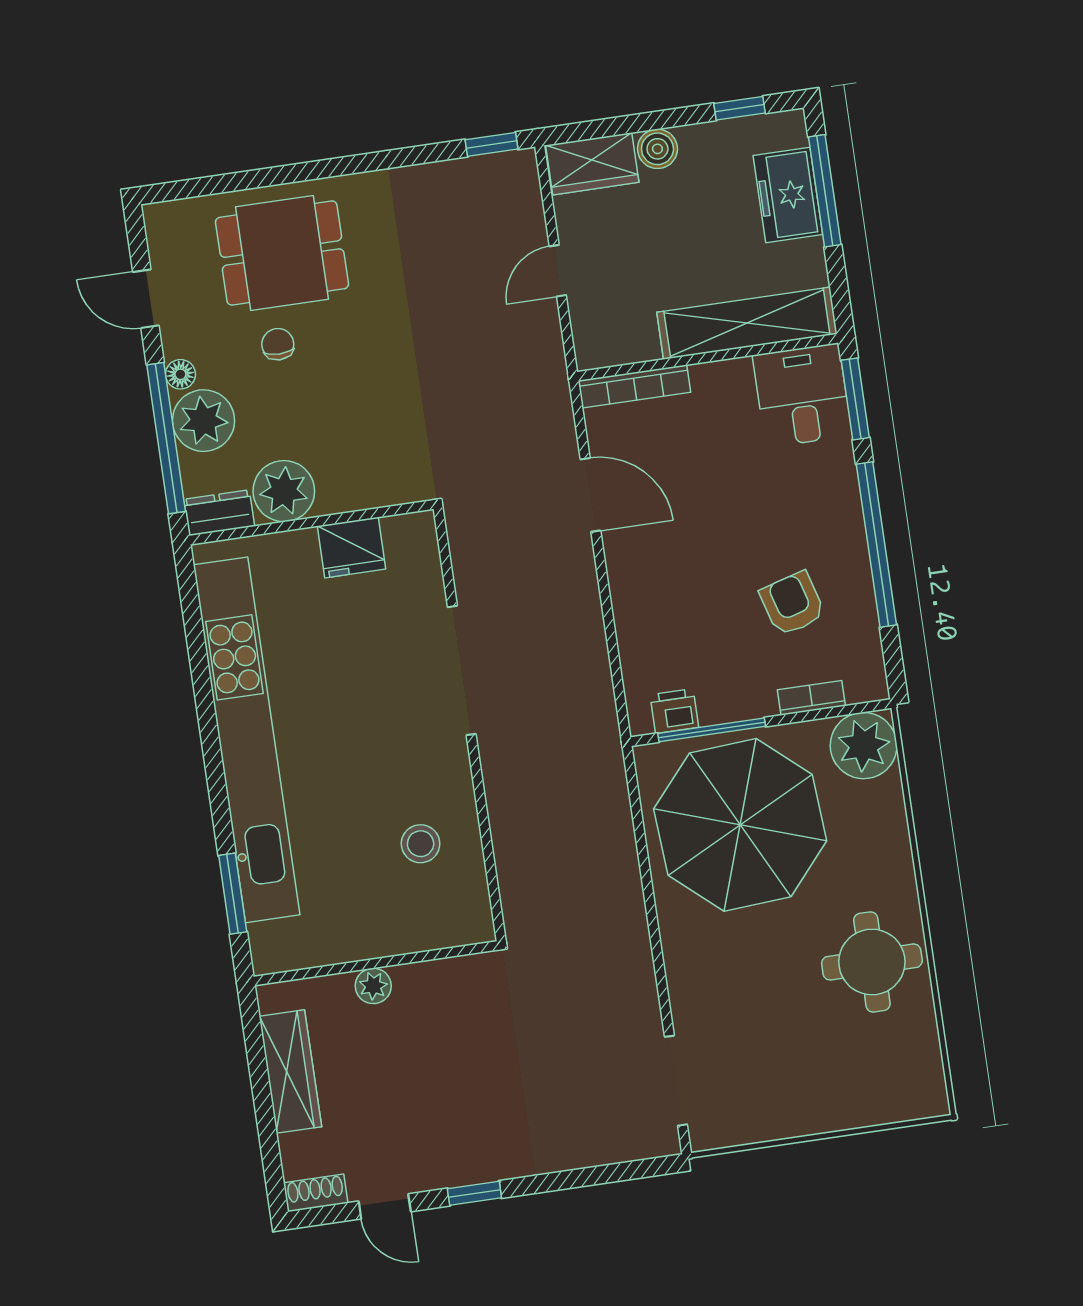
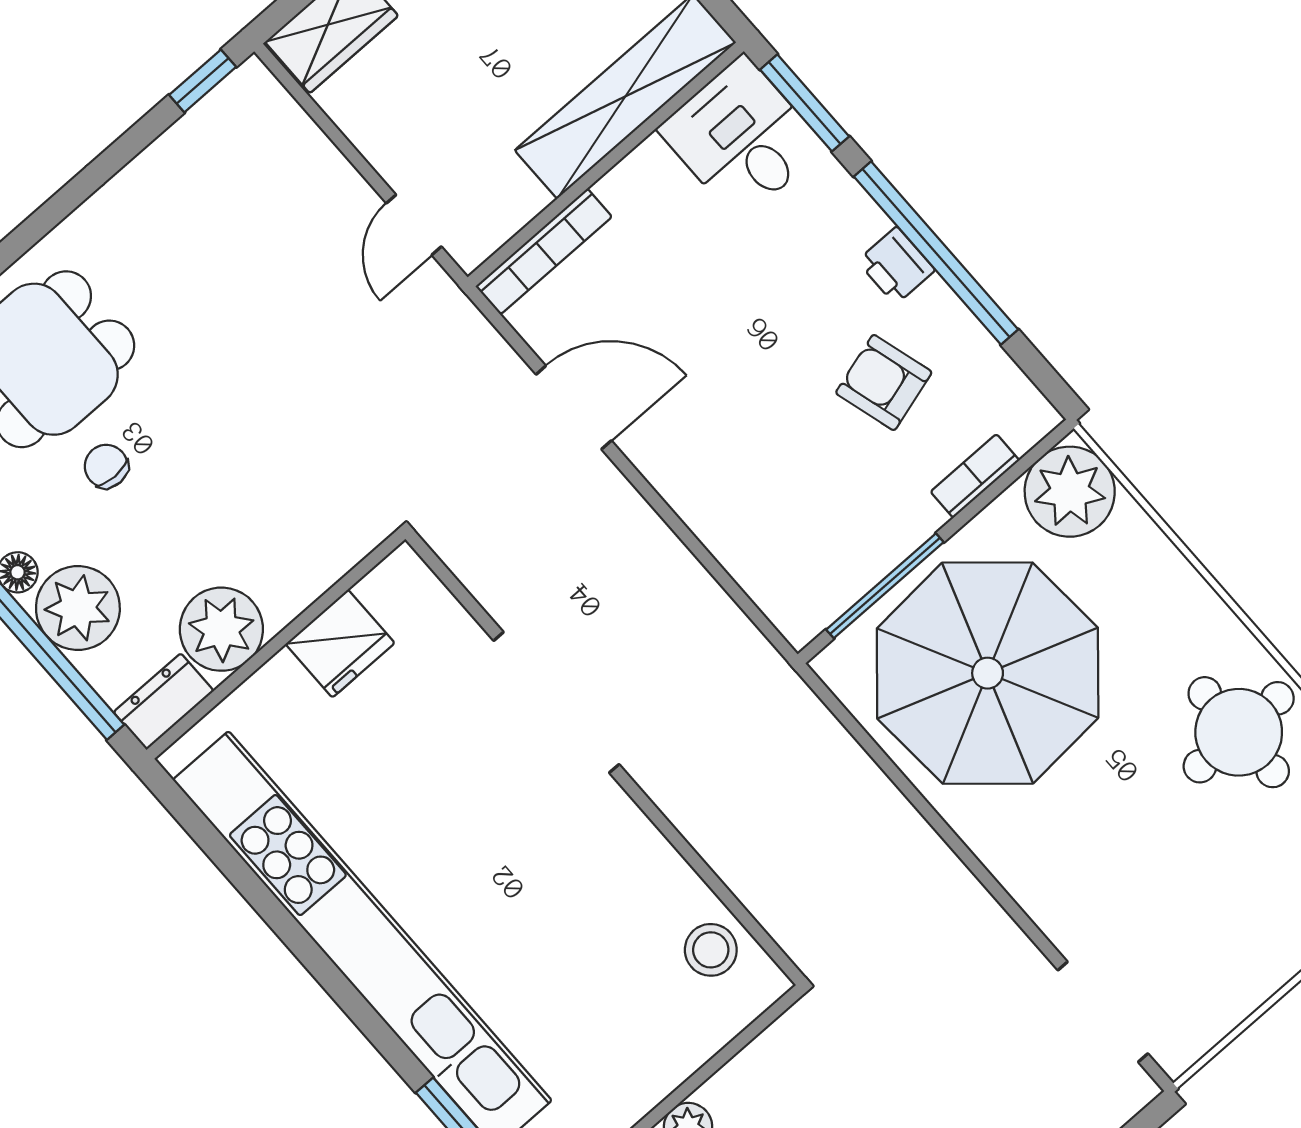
door: (558, 271) -> (414, 225), moved
printer: (674, 711) -> (896, 266), moved, turned -90
stool: (421, 844) -> (711, 950), moved

